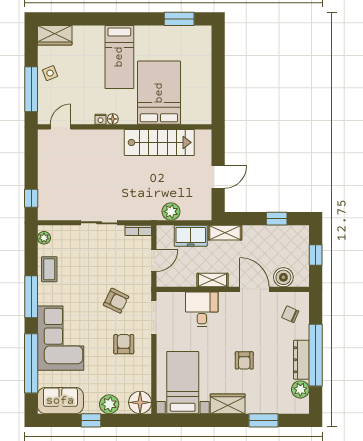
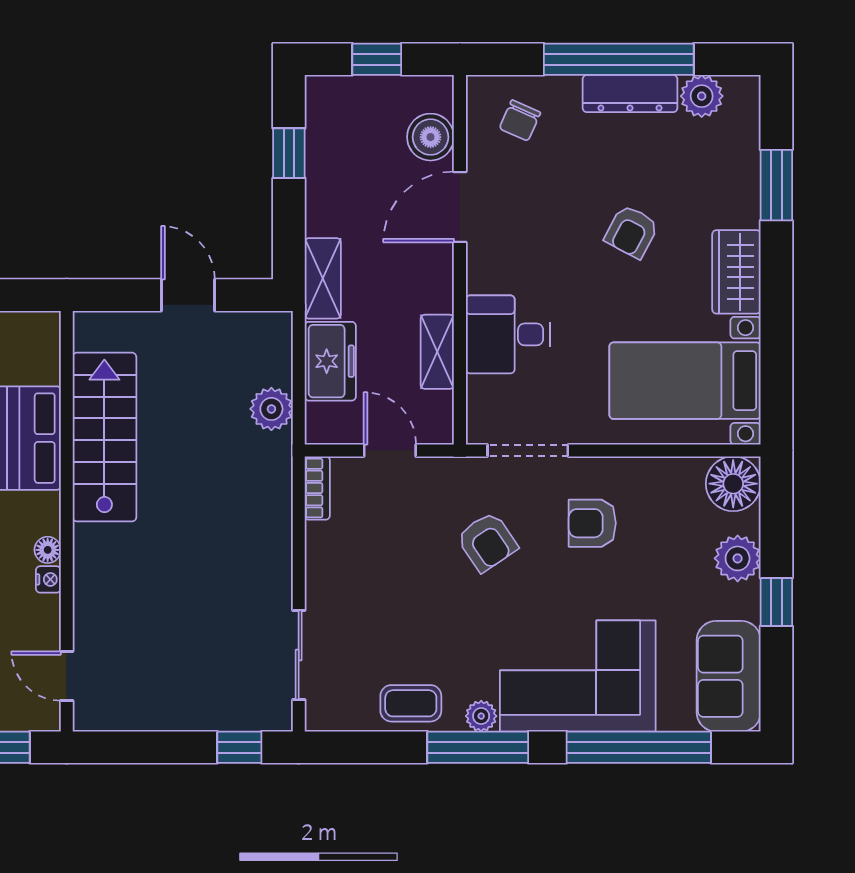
sliding door: (99, 223) -> (299, 655), moved
plant: (44, 238) -> (481, 716), moved
shelving: (213, 280) -> (437, 352), moved
armchair: (116, 301) -> (487, 542), turned 120
armchair: (244, 360) -> (632, 232), turned 118

